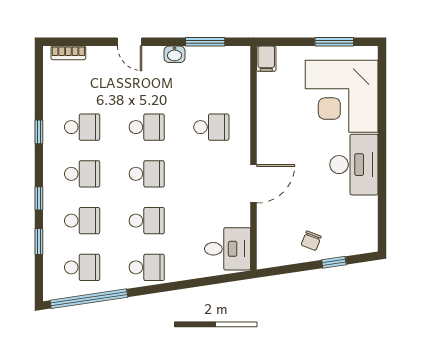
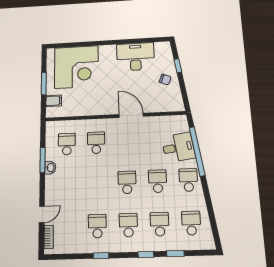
door: (130, 42) -> (42, 214), moved
window: (205, 42) -> (43, 160), moved
window: (334, 42) -> (44, 84), moved
filing cabinet: (266, 59) -> (54, 101), moved
school desk: (147, 127) -> (67, 144), moved
desk: (354, 165) -> (136, 57), moved
desk: (228, 249) -> (178, 147), moved, turned 82
window: (89, 299) -> (197, 151), moved

